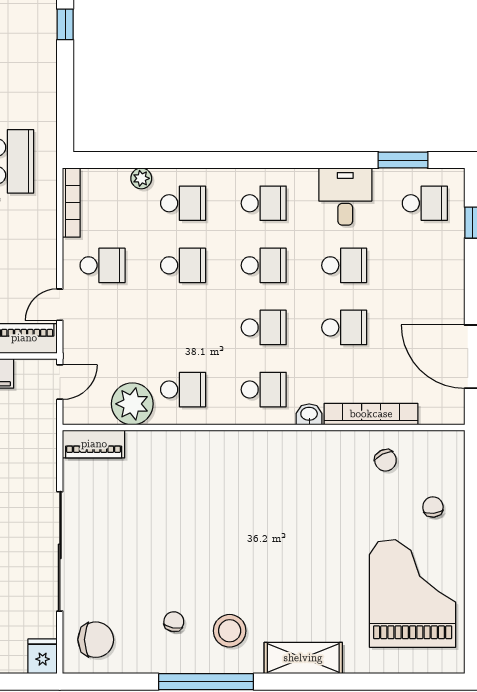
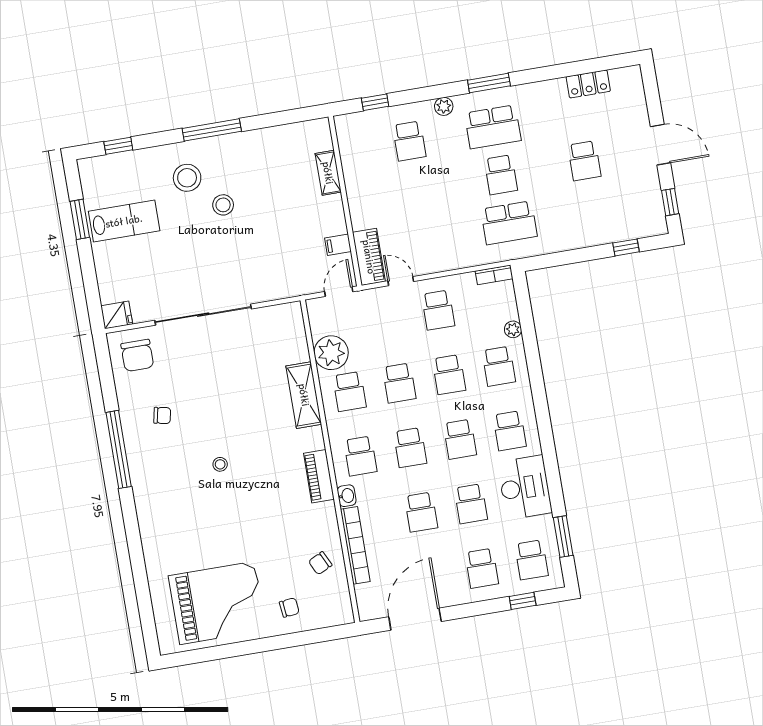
desk: (345, 197) -> (525, 487), width x1.37
bookcase: (71, 203) -> (494, 275), width x0.64
school desk: (425, 265) -> (482, 568), added
school desk: (183, 327) -> (399, 383), added
door: (60, 382) -> (339, 292), swing flipped
piano: (94, 444) -> (319, 476), moved
stool: (230, 631) -> (220, 464), moved, width x0.53, depth x0.53
shelving: (303, 658) -> (304, 395), moved

